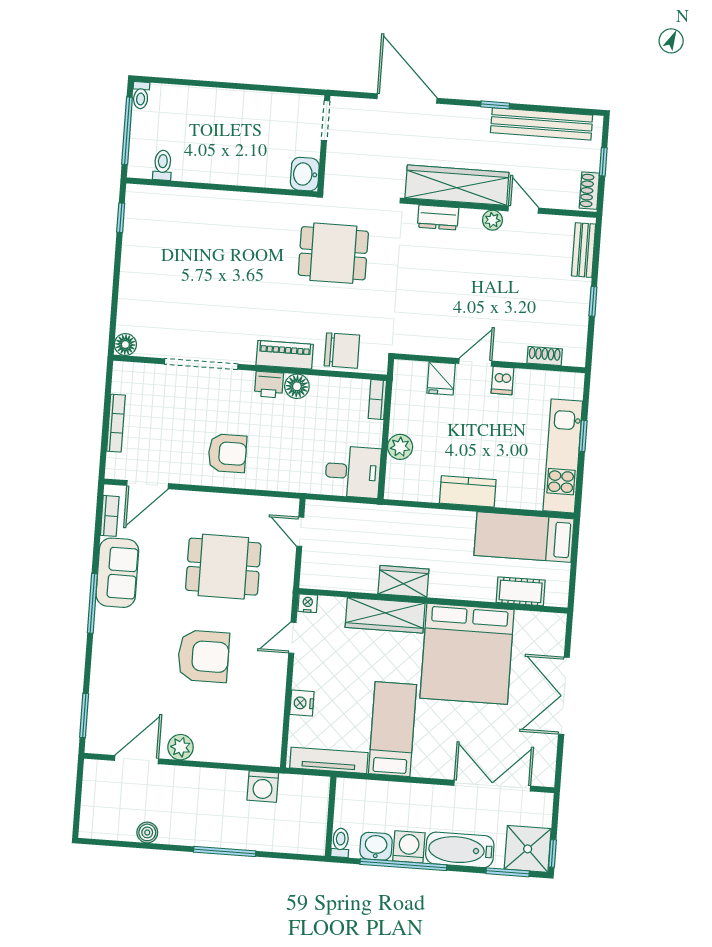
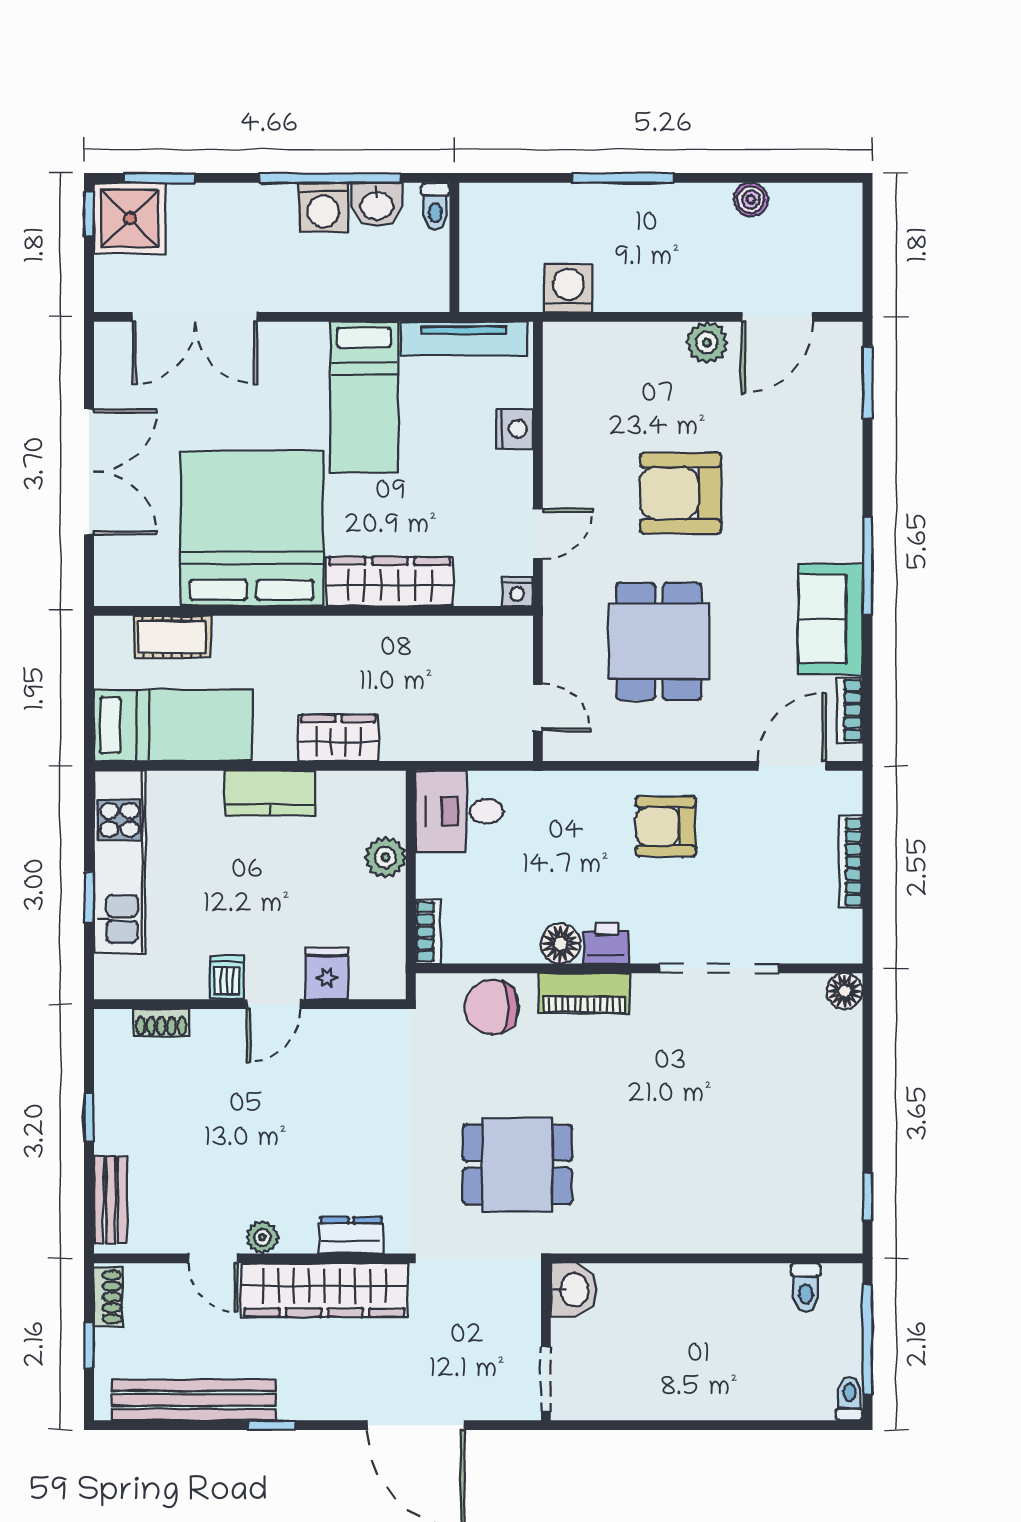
dining table: (223, 567) -> (659, 641), turned 90
wardrobe: (403, 581) -> (338, 738), moved, turned 180
bathtub: (460, 850) -> (240, 209), removed

